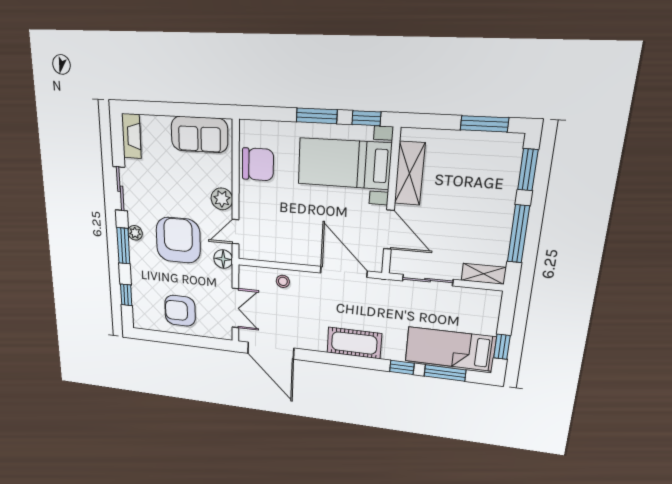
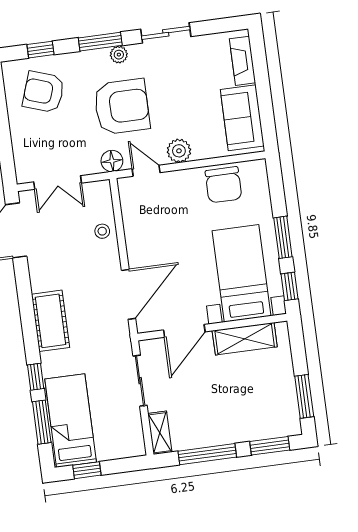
fireplace: (131, 136) -> (242, 61), moved, turned 90
armchair: (180, 311) -> (44, 92), moved, turned -71

